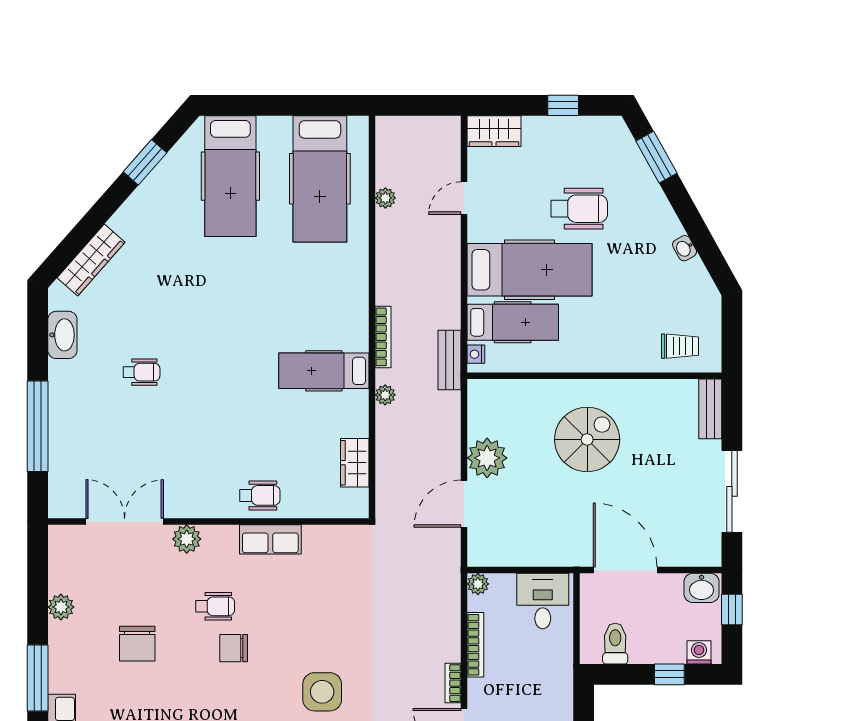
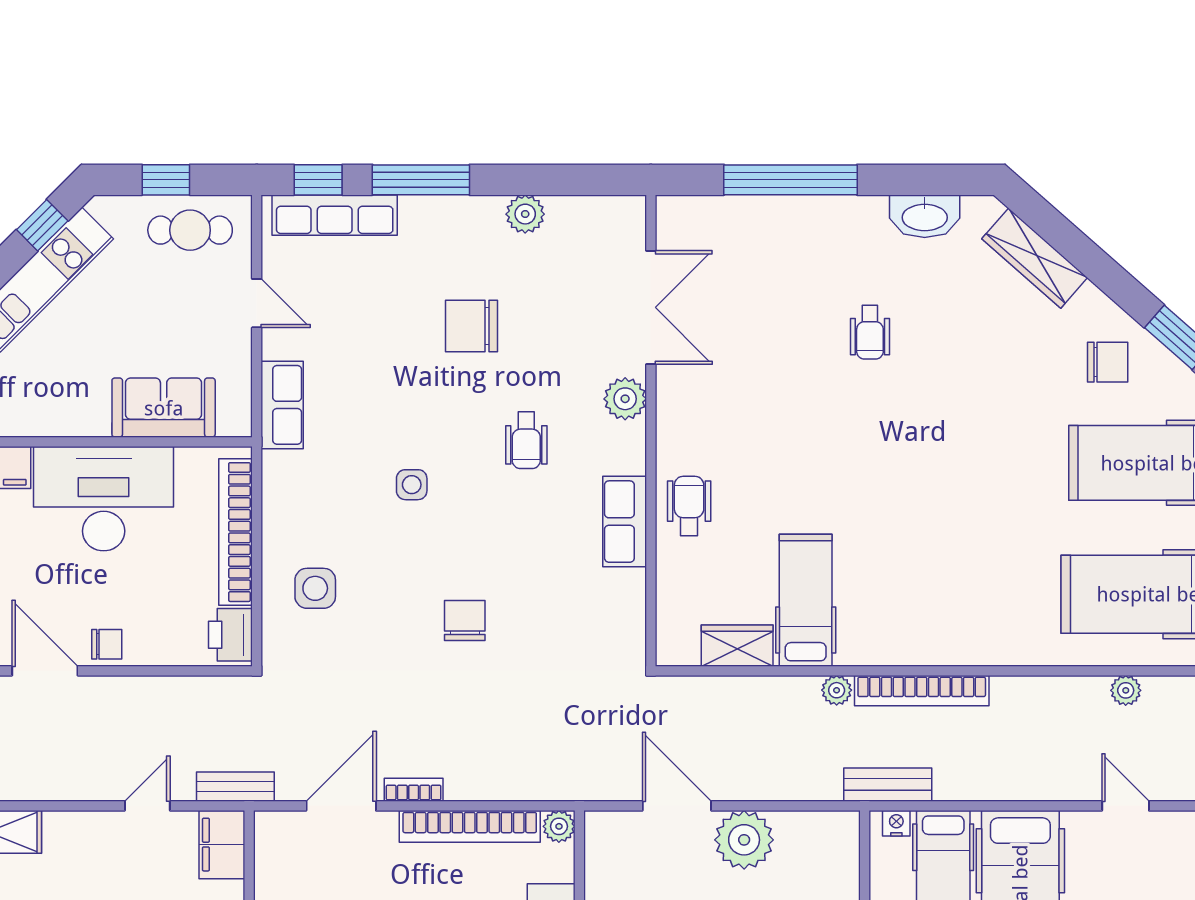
chair: (162, 210) -> (1108, 362), added
bookcase: (383, 337) -> (922, 691), width x1.48, depth x1.31
hospital bed: (324, 371) -> (806, 600), moved
wheelchair: (260, 495) -> (689, 506), turned 180
bookcase: (475, 645) -> (470, 826), width x1.48, depth x1.31
chair: (234, 648) -> (465, 621), moved
side table: (322, 692) -> (412, 485), moved, width x0.54, depth x0.54

